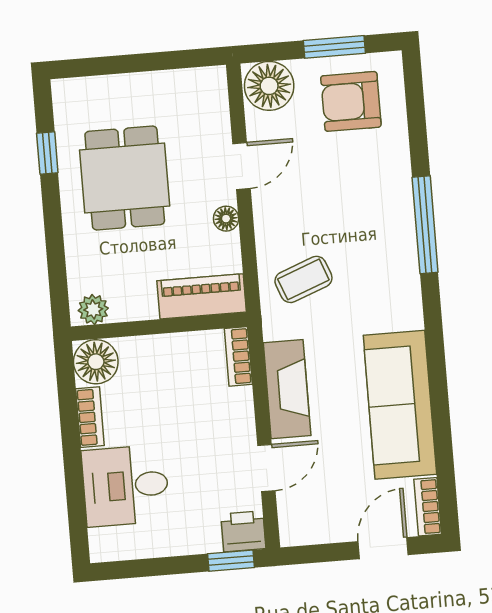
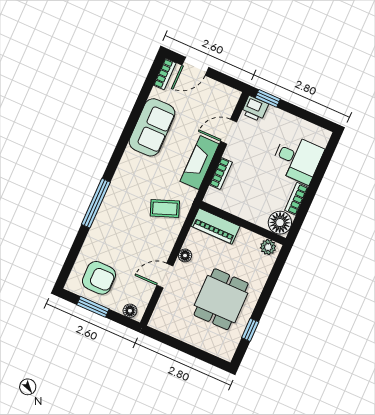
floor lamp: (269, 86) -> (130, 311), width x0.53, depth x0.53
bookcase: (238, 356) -> (221, 174), moved
sofa: (400, 405) -> (152, 127), width x0.73

